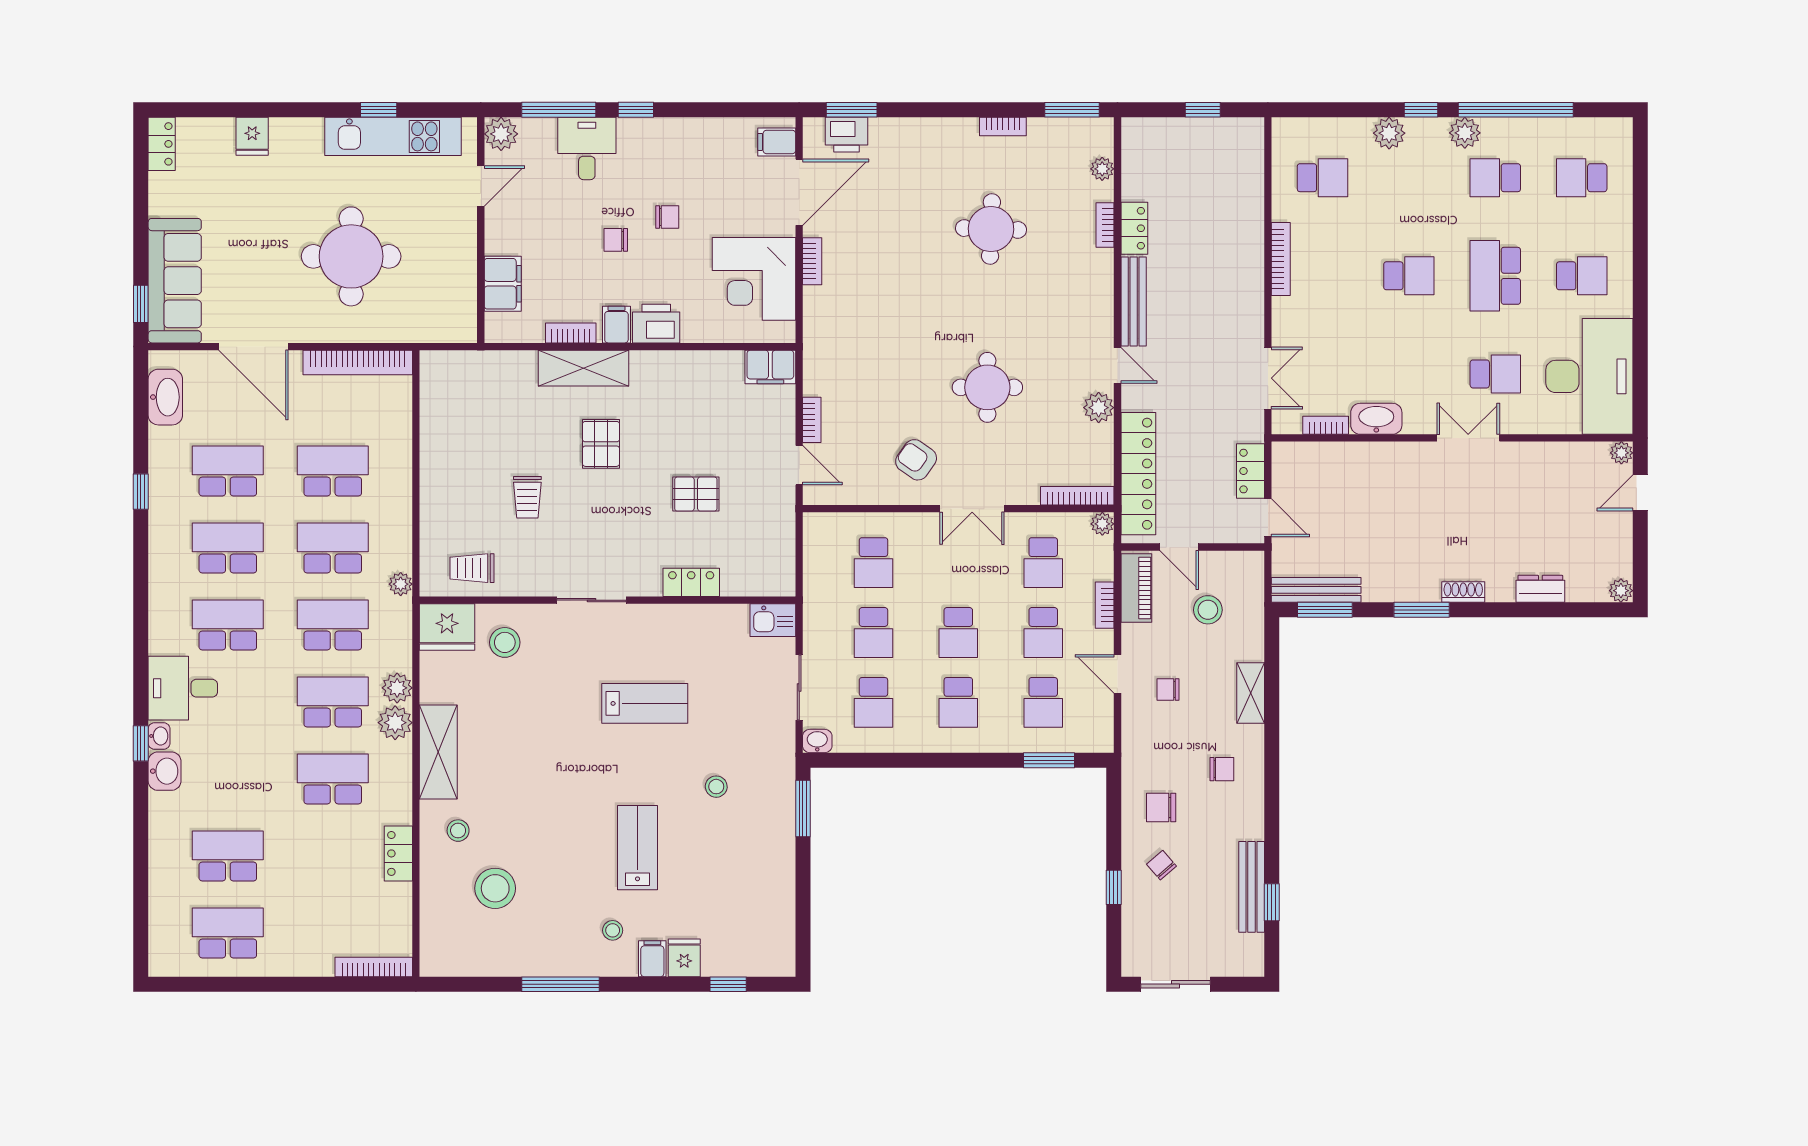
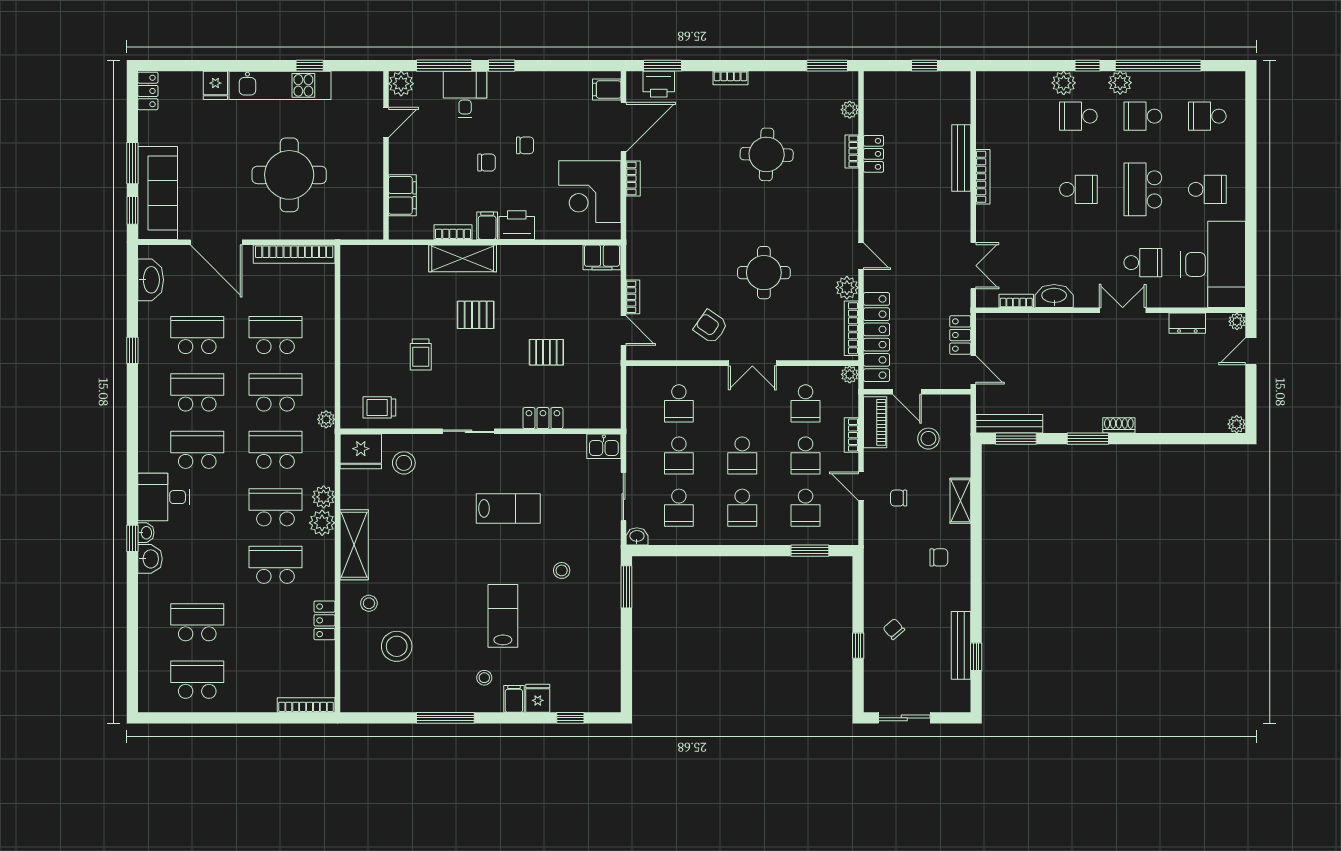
bookcase: (1003, 127) -> (731, 78), moved
kitchen unit: (393, 136) -> (280, 85), moved
school desk: (1322, 178) -> (1078, 116), moved, turned 180
chair: (616, 240) -> (487, 163), turned 180
window: (141, 241) -> (132, 163), added
bench: (1134, 302) -> (961, 158), moved
pallet: (601, 444) -> (476, 315), turned 90
bookcase: (1077, 496) -> (851, 328), moved, turned -90
dresser: (1540, 589) -> (1187, 323), moved, turned 180
chair: (1161, 807) -> (894, 586), removed

